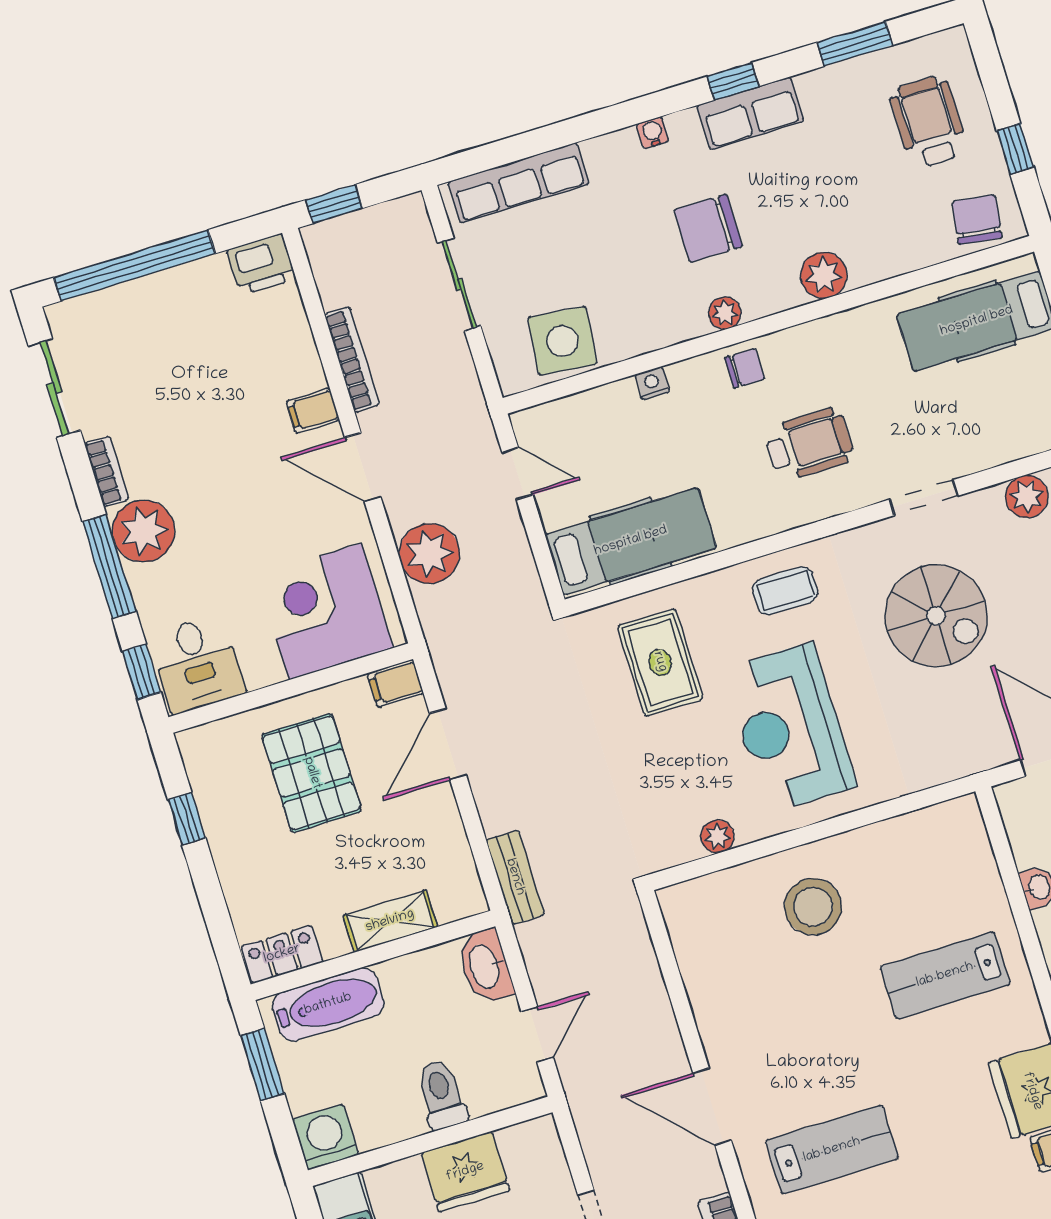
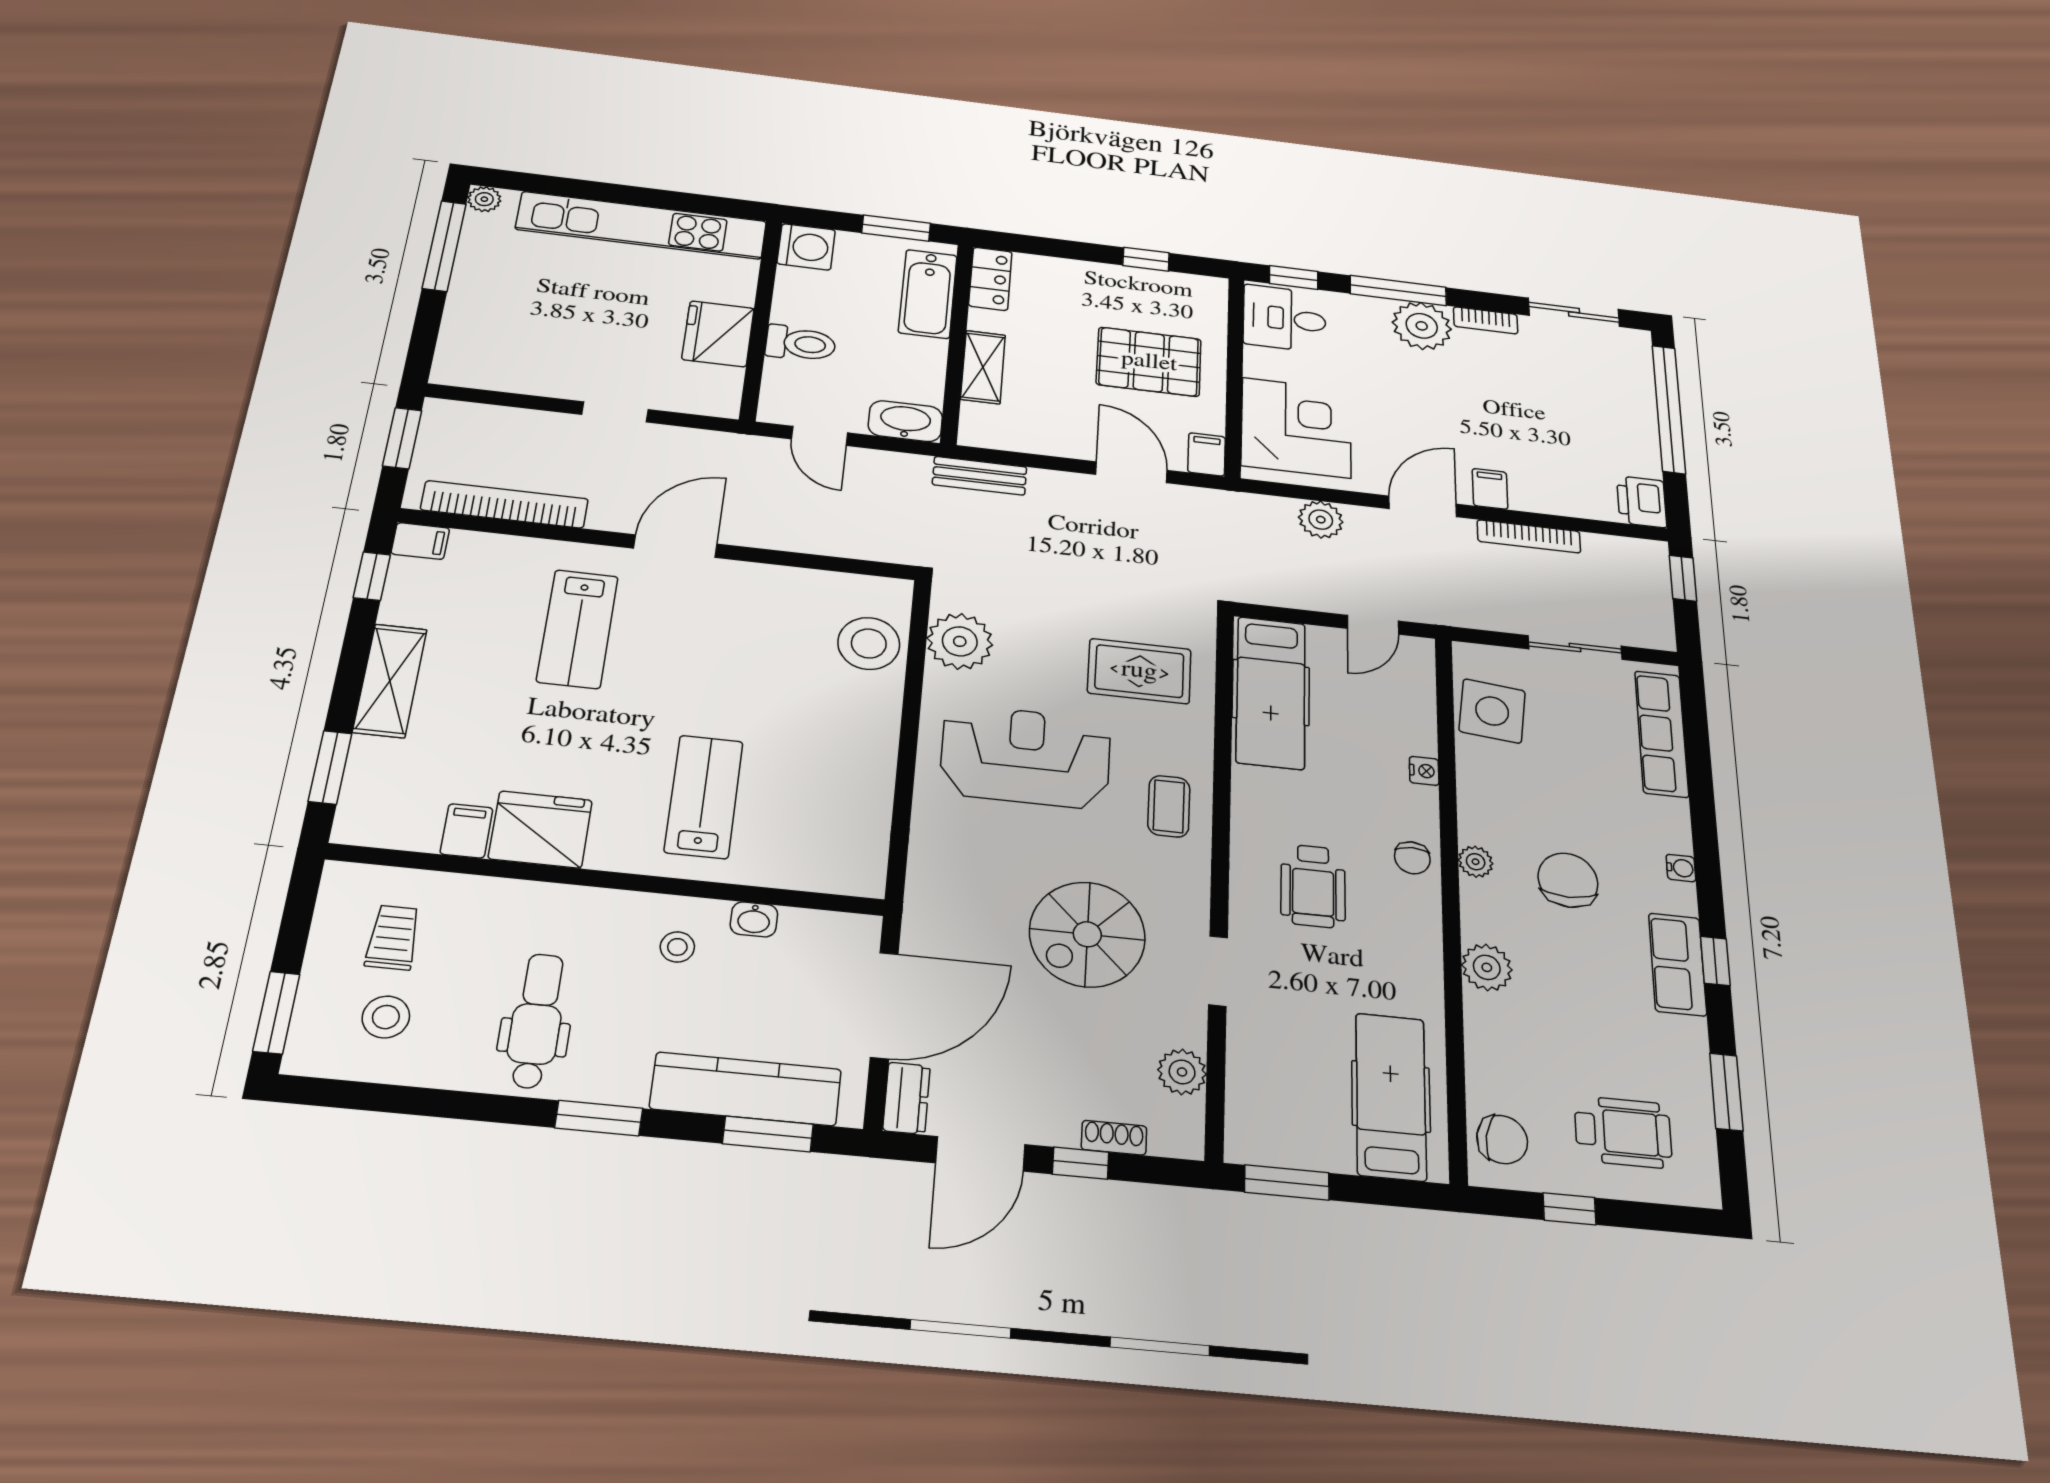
plant: (429, 554) -> (1321, 520), width x0.73, depth x0.73
plant: (717, 836) -> (960, 641), width x1.88, depth x1.88
stool: (813, 907) -> (869, 643), moved

